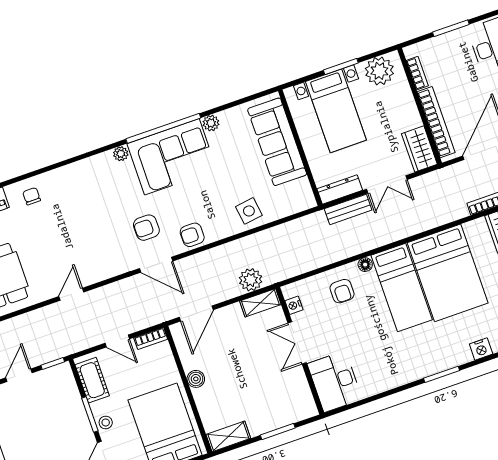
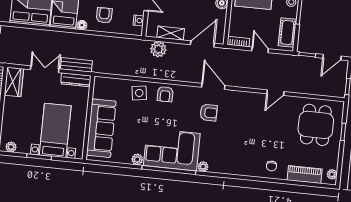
plant: (379, 71) -> (11, 147), width x0.53, depth x0.53
armchair: (192, 235) -> (165, 94), moved, turned 90
shelving: (260, 303) -> (171, 33), moved

